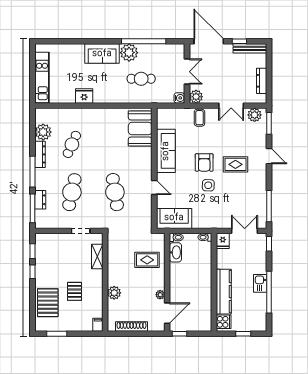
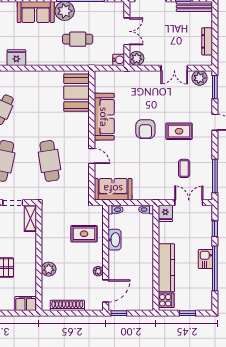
coffee table: (199, 118) -> (184, 168), moved
side table: (208, 185) -> (150, 154), removed
window: (269, 244) -> (215, 229), moved
washbasin: (175, 252) -> (115, 240), moved
shelving: (97, 256) -> (30, 218), moved
filing cabinet: (98, 325) -> (26, 304), width x2.00

